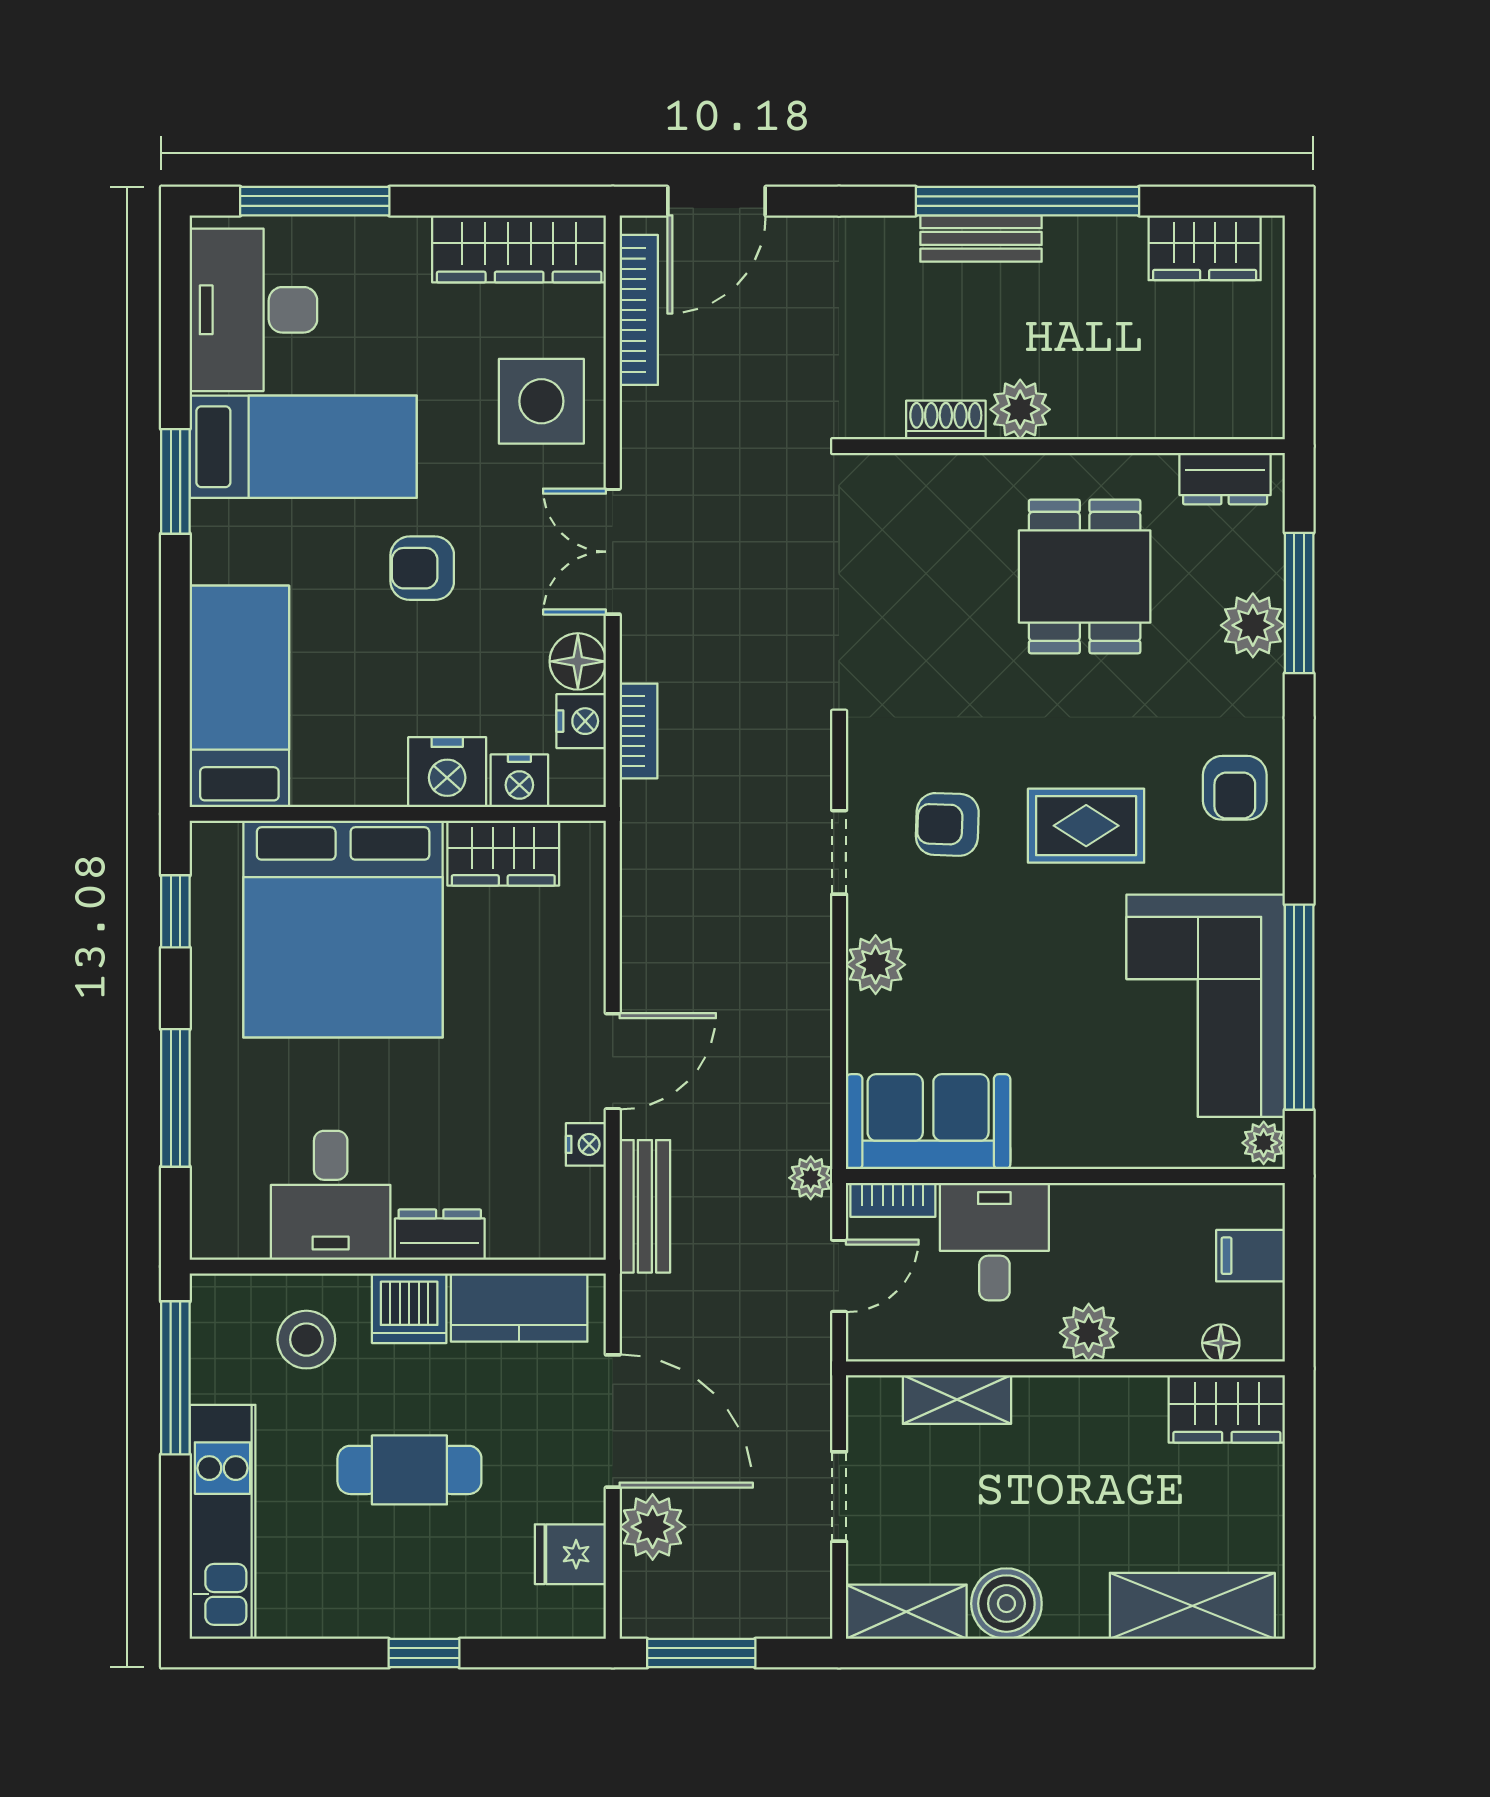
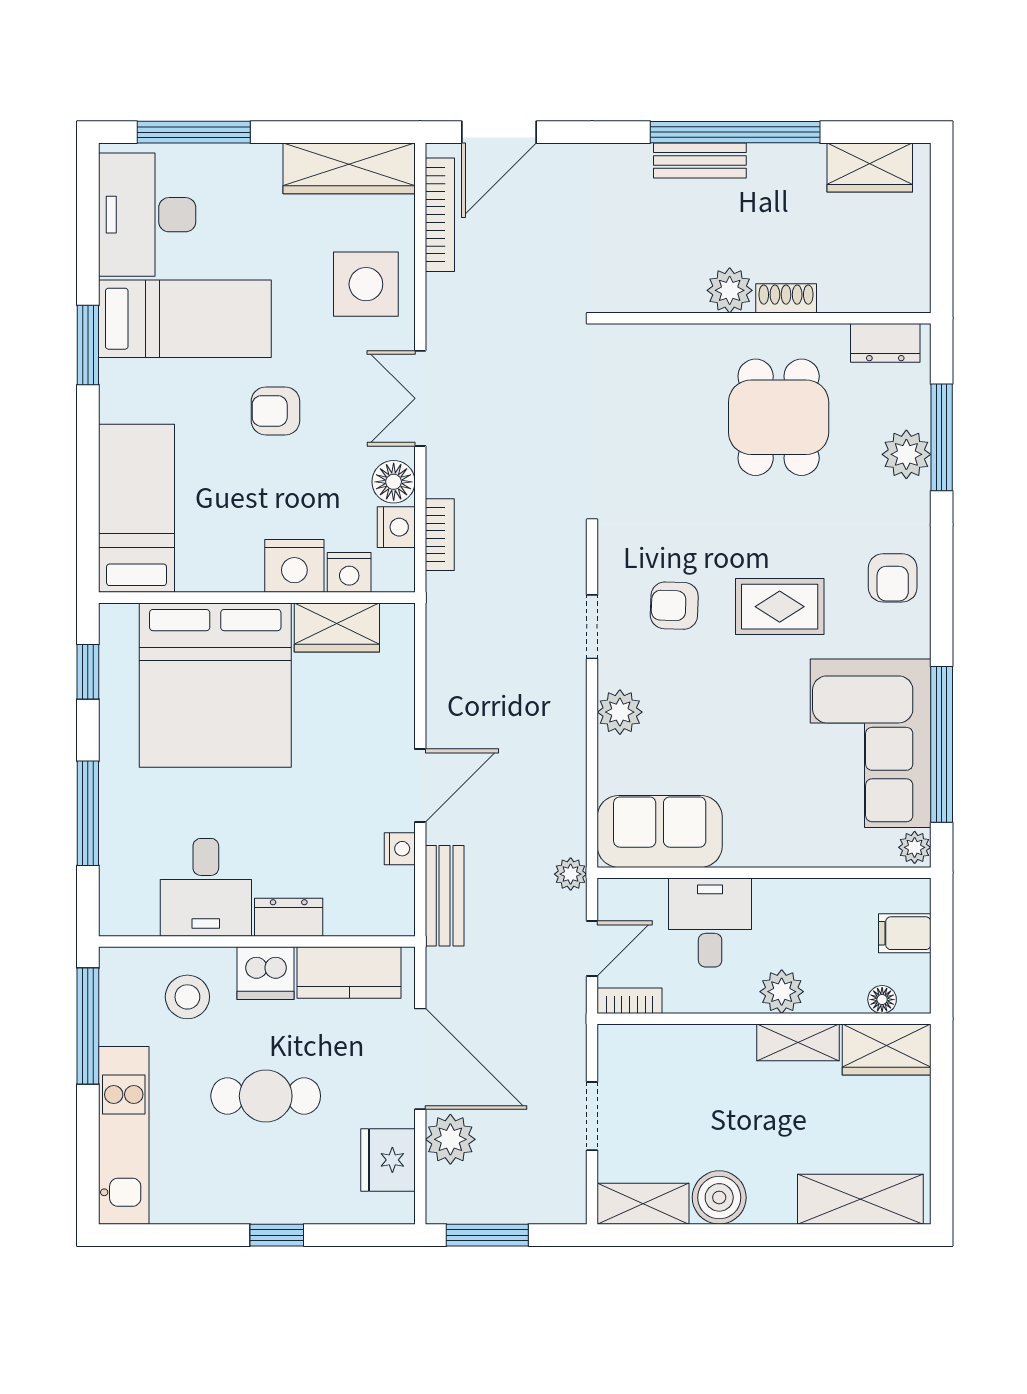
shoe rack: (946, 420) -> (786, 298), moved
bookcase: (893, 1200) -> (630, 1001), moved, turned 180
shelving: (957, 1400) -> (798, 1042), moved
fridge: (570, 1554) -> (388, 1160), width x1.38

